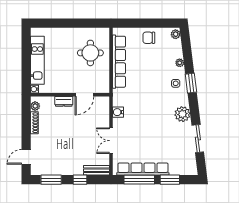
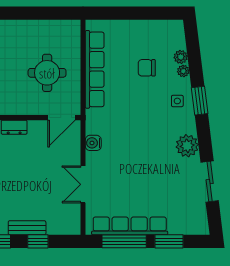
plant: (176, 34) -> (181, 57), moved
chair: (149, 38) -> (147, 68), moved
round table: (90, 53) -> (47, 73), moved
door: (84, 95) -> (61, 118), moved
bench: (96, 170) -> (27, 228), moved

